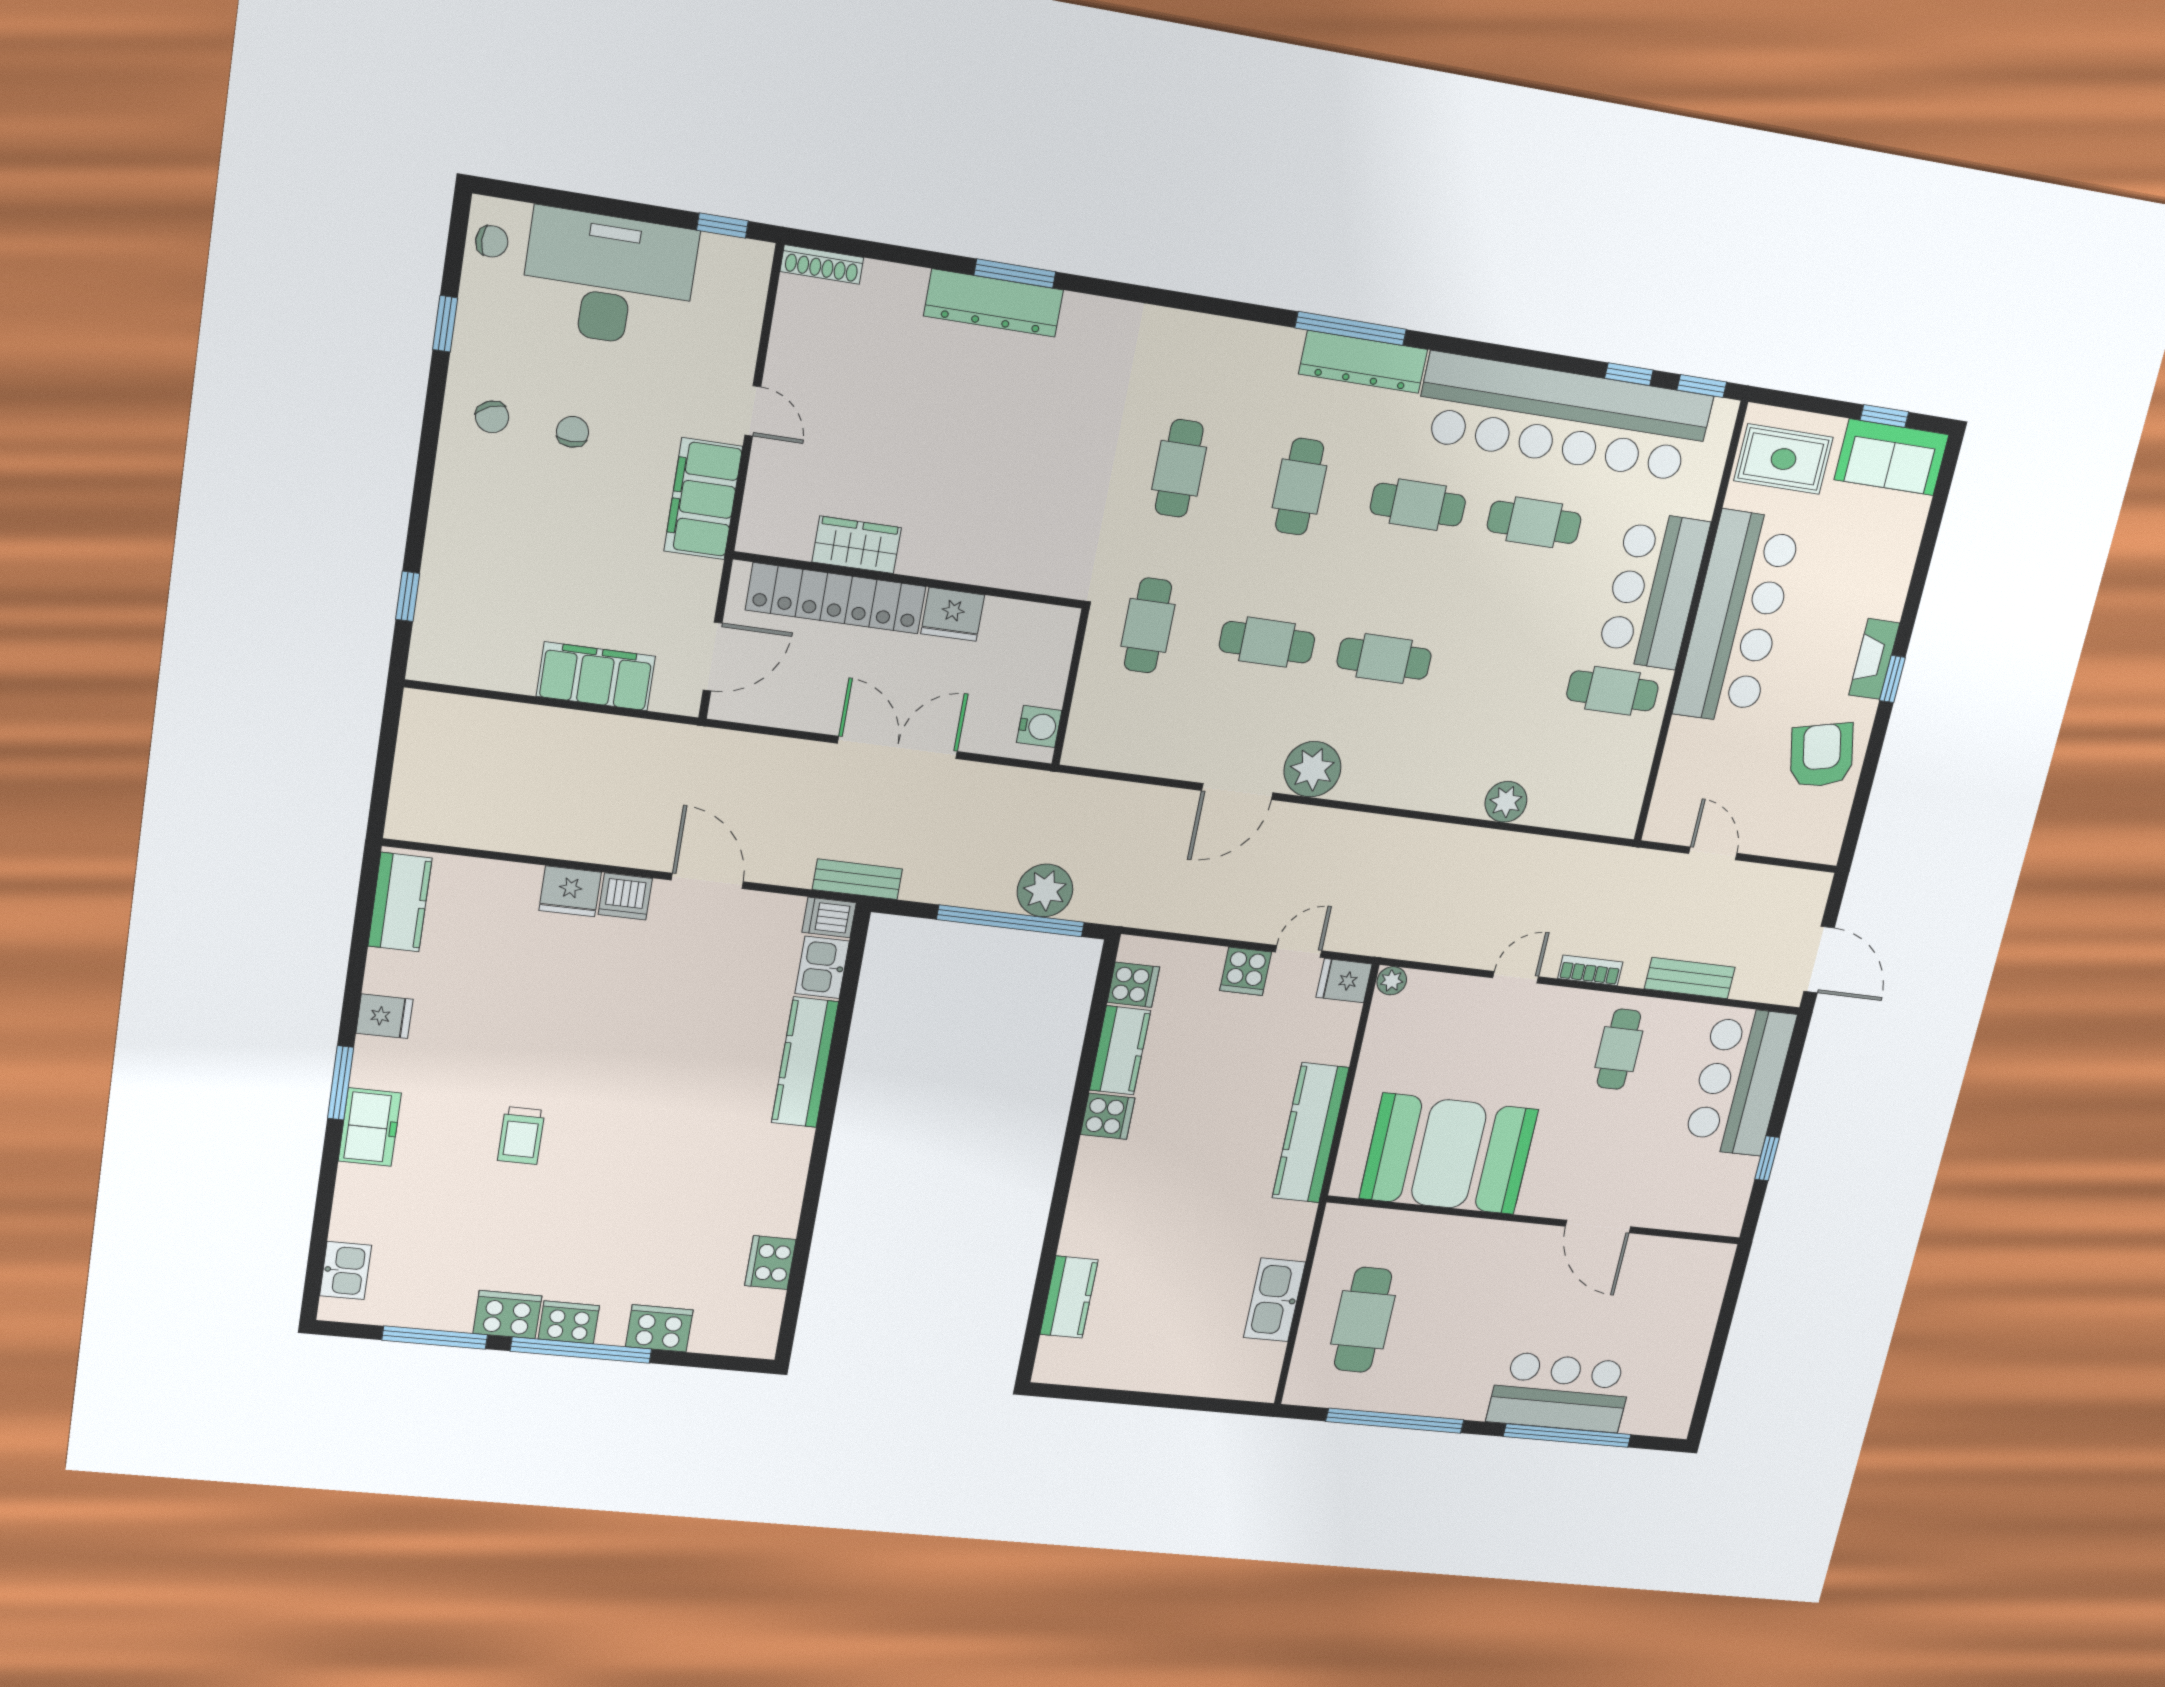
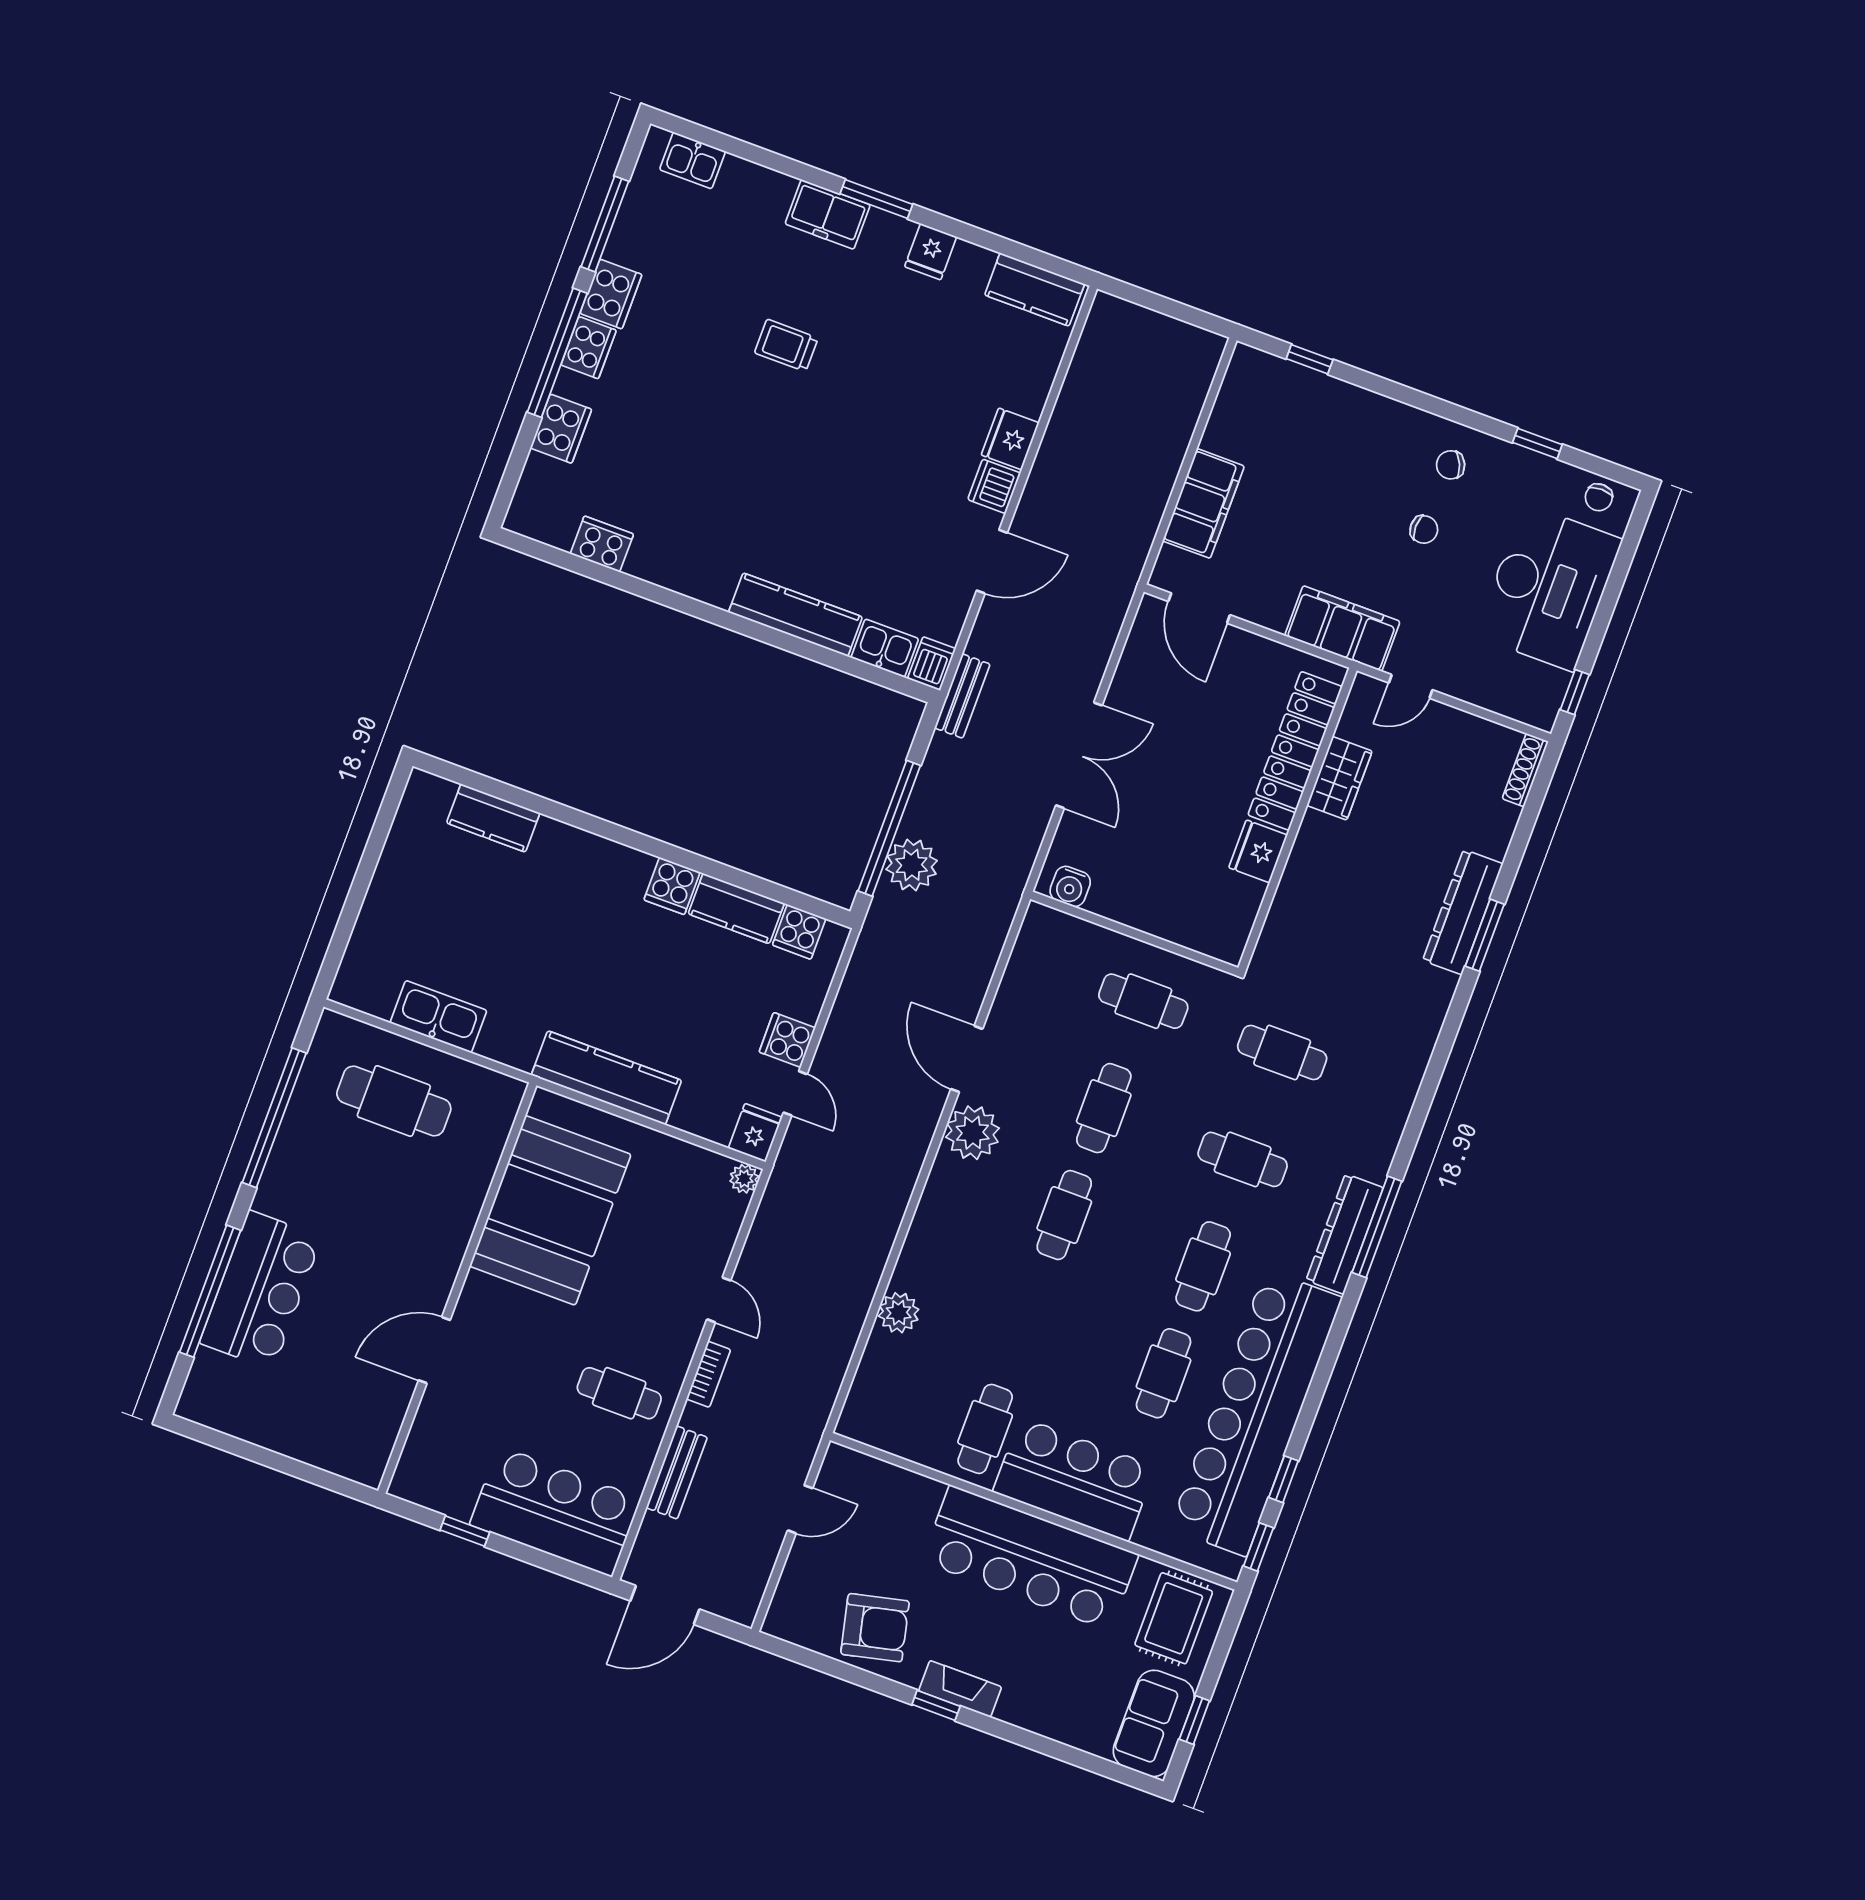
wardrobe: (857, 545) -> (1339, 778), moved
wall: (910, 580) -> (1298, 819), moved
locker: (836, 598) -> (1295, 751), moved
fridge: (953, 614) -> (1258, 851), moved

